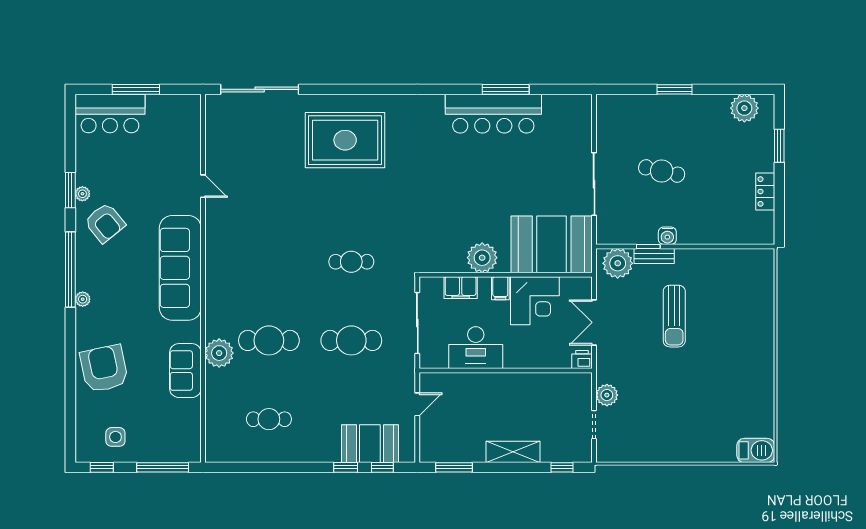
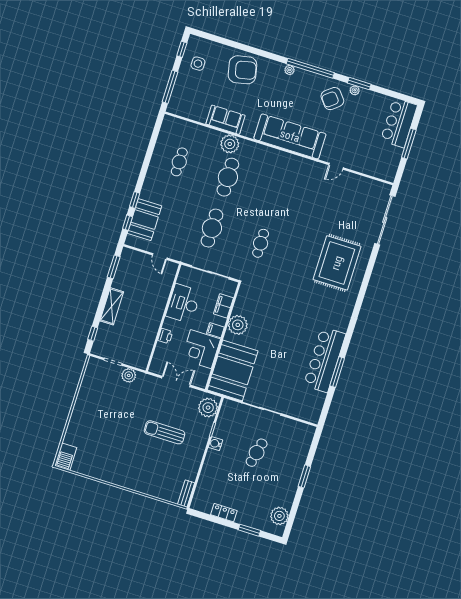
bench: (654, 256) -> (186, 494), moved
printer: (582, 359) -> (165, 336), moved

